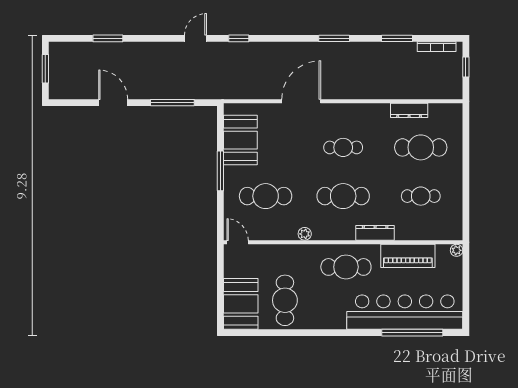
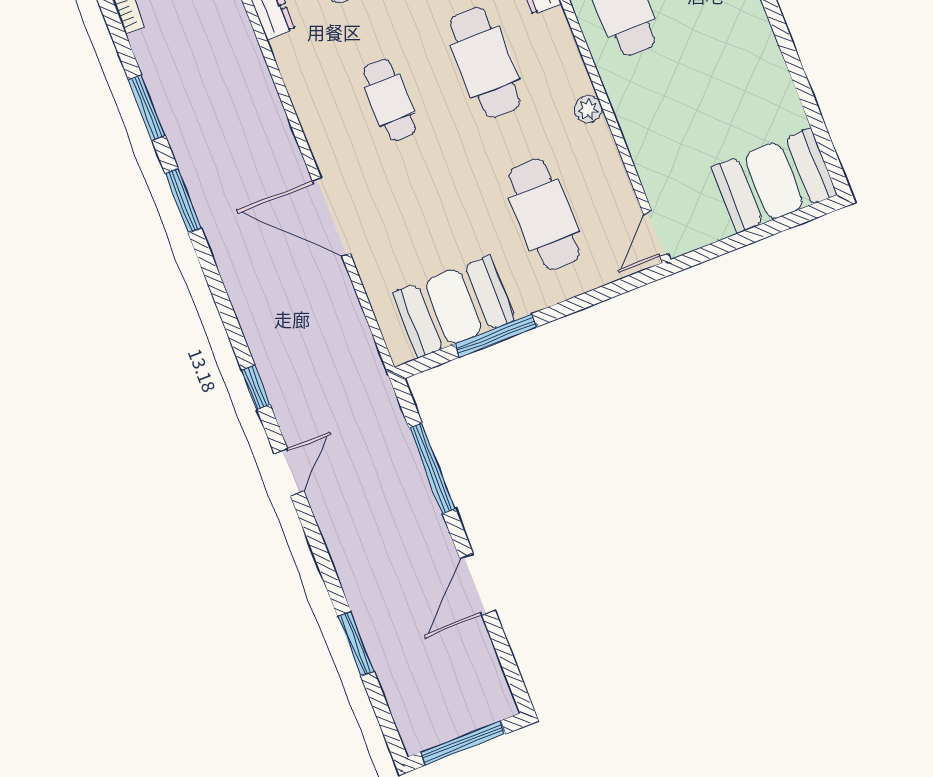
door: (195, 38) -> (289, 472), swing flipped
window: (397, 38) -> (147, 108), moved
window: (45, 69) -> (463, 743), width x1.44
window: (220, 171) -> (495, 336), moved
cafe table: (285, 300) -> (734, 97), removed

